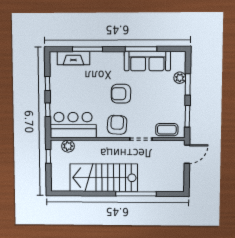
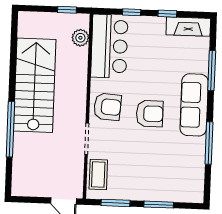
fireplace: (73, 58) -> (188, 27), moved, turned -90
sofa: (147, 61) -> (194, 105), moved
plant: (180, 78) -> (168, 194), removed
armchair: (121, 94) -> (150, 114), turned 90

